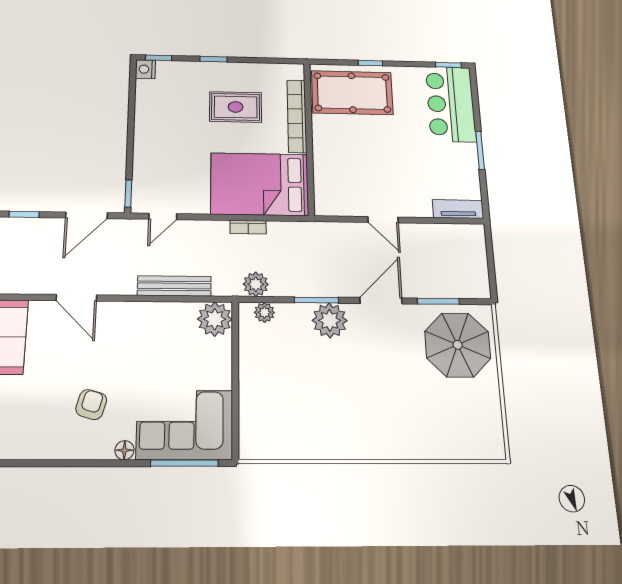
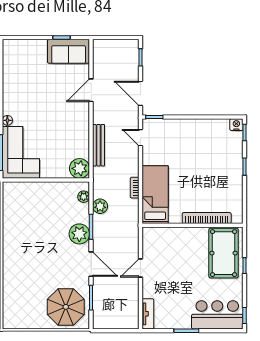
rug: (236, 107) -> (212, 180), removed
bed: (259, 184) -> (155, 195), width x0.67
plant: (256, 284) -> (100, 206), moved
armchair: (91, 405) -> (32, 101), removed

